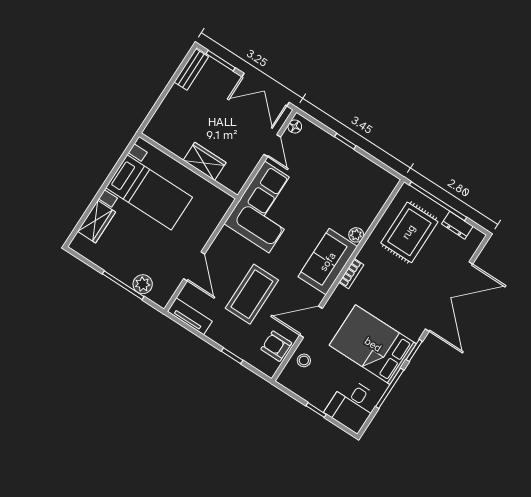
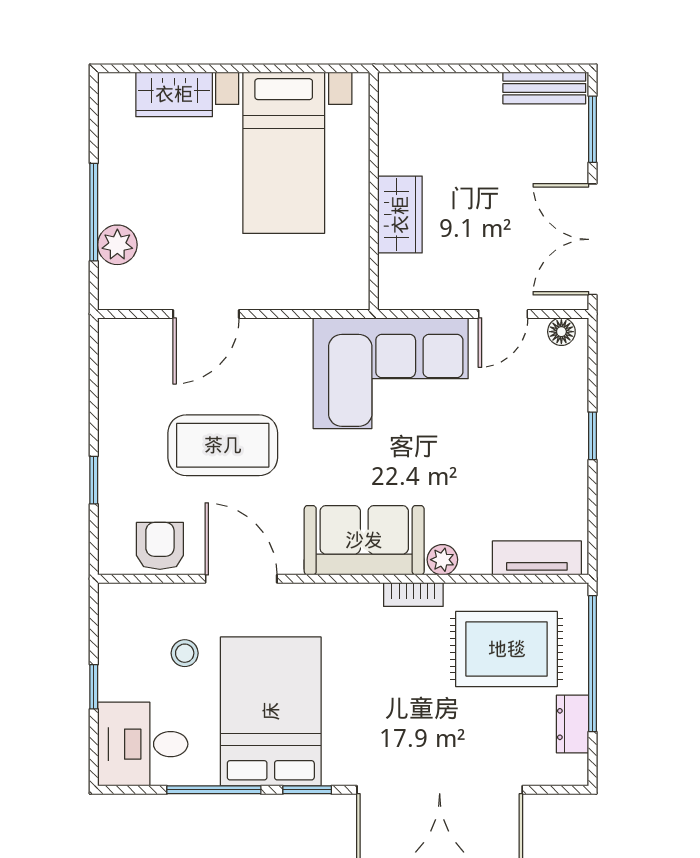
bookcase: (351, 274) -> (413, 594), moved
tv unit: (190, 316) -> (537, 558), moved, turned -90
stool: (304, 360) -> (185, 653), moved

